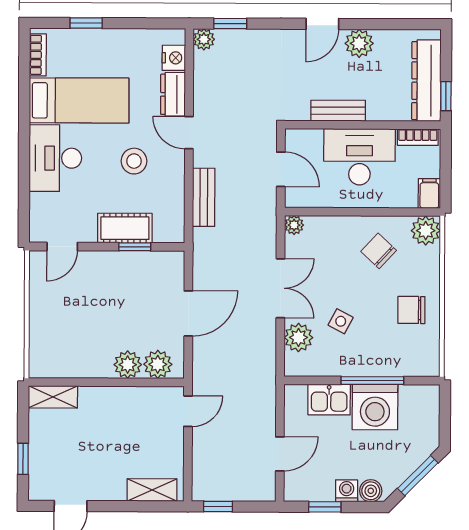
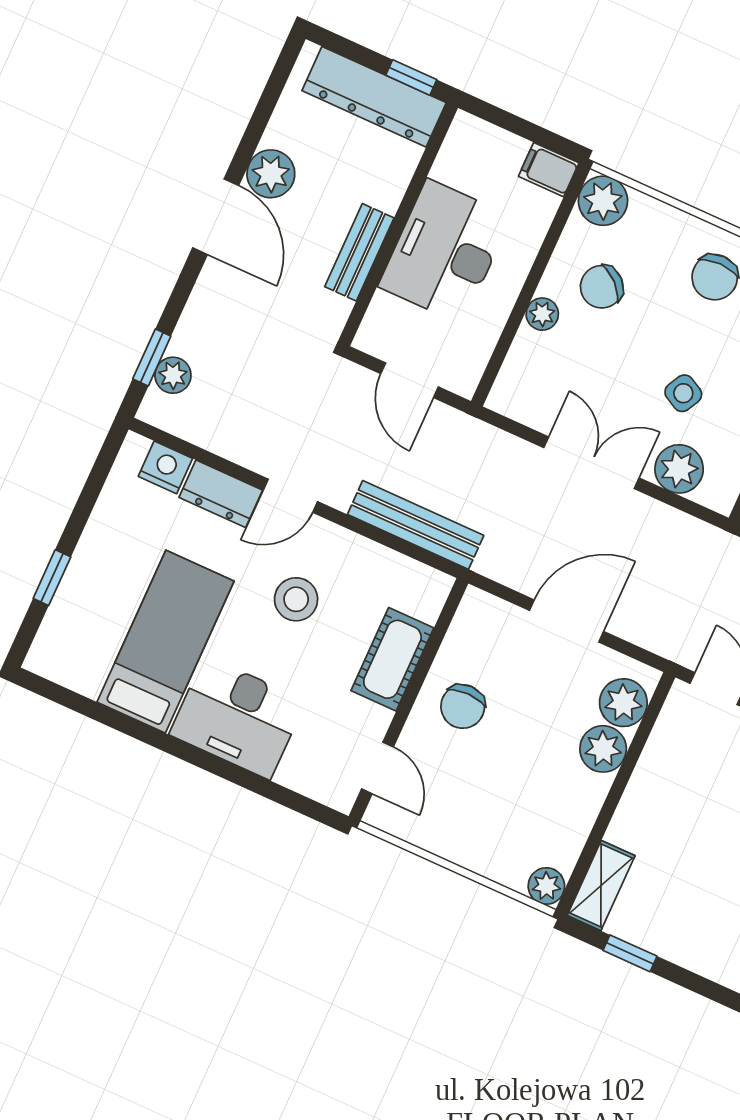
door: (322, 24) -> (216, 217), width x1.38
plant: (204, 39) -> (173, 375), moved
bookcase: (38, 55) -> (68, 673), removed
bookcase: (418, 137) -> (455, 149), removed
door: (281, 169) -> (410, 380), swing flipped
bench: (204, 197) -> (416, 525), width x1.36
plant: (294, 225) -> (542, 314), moved
window: (135, 247) -> (428, 657), removed
chair: (116, 278) -> (463, 706), added
door: (188, 313) -> (567, 621), hinge flipped
plant: (39, 367) -> (546, 886), added
window: (23, 459) -> (630, 953), moved

